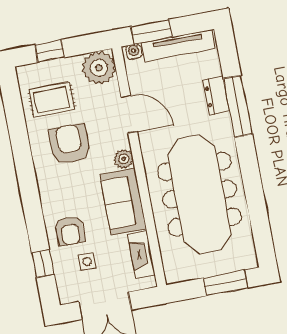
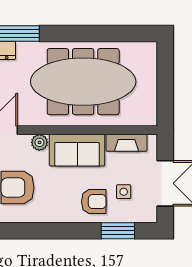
window: (43, 263) -> (118, 231), width x1.50
window: (225, 283) -> (165, 74), removed

